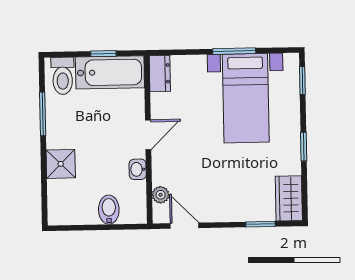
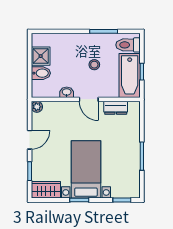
dresser: (160, 73) -> (116, 108), moved
bed with nightstands: (246, 98) -> (86, 169), moved, turned 90
stool: (94, 127) -> (94, 65), added
shower: (61, 164) -> (41, 56), moved
plant: (161, 195) -> (37, 107), moved
door: (184, 226) -> (30, 140), moved

